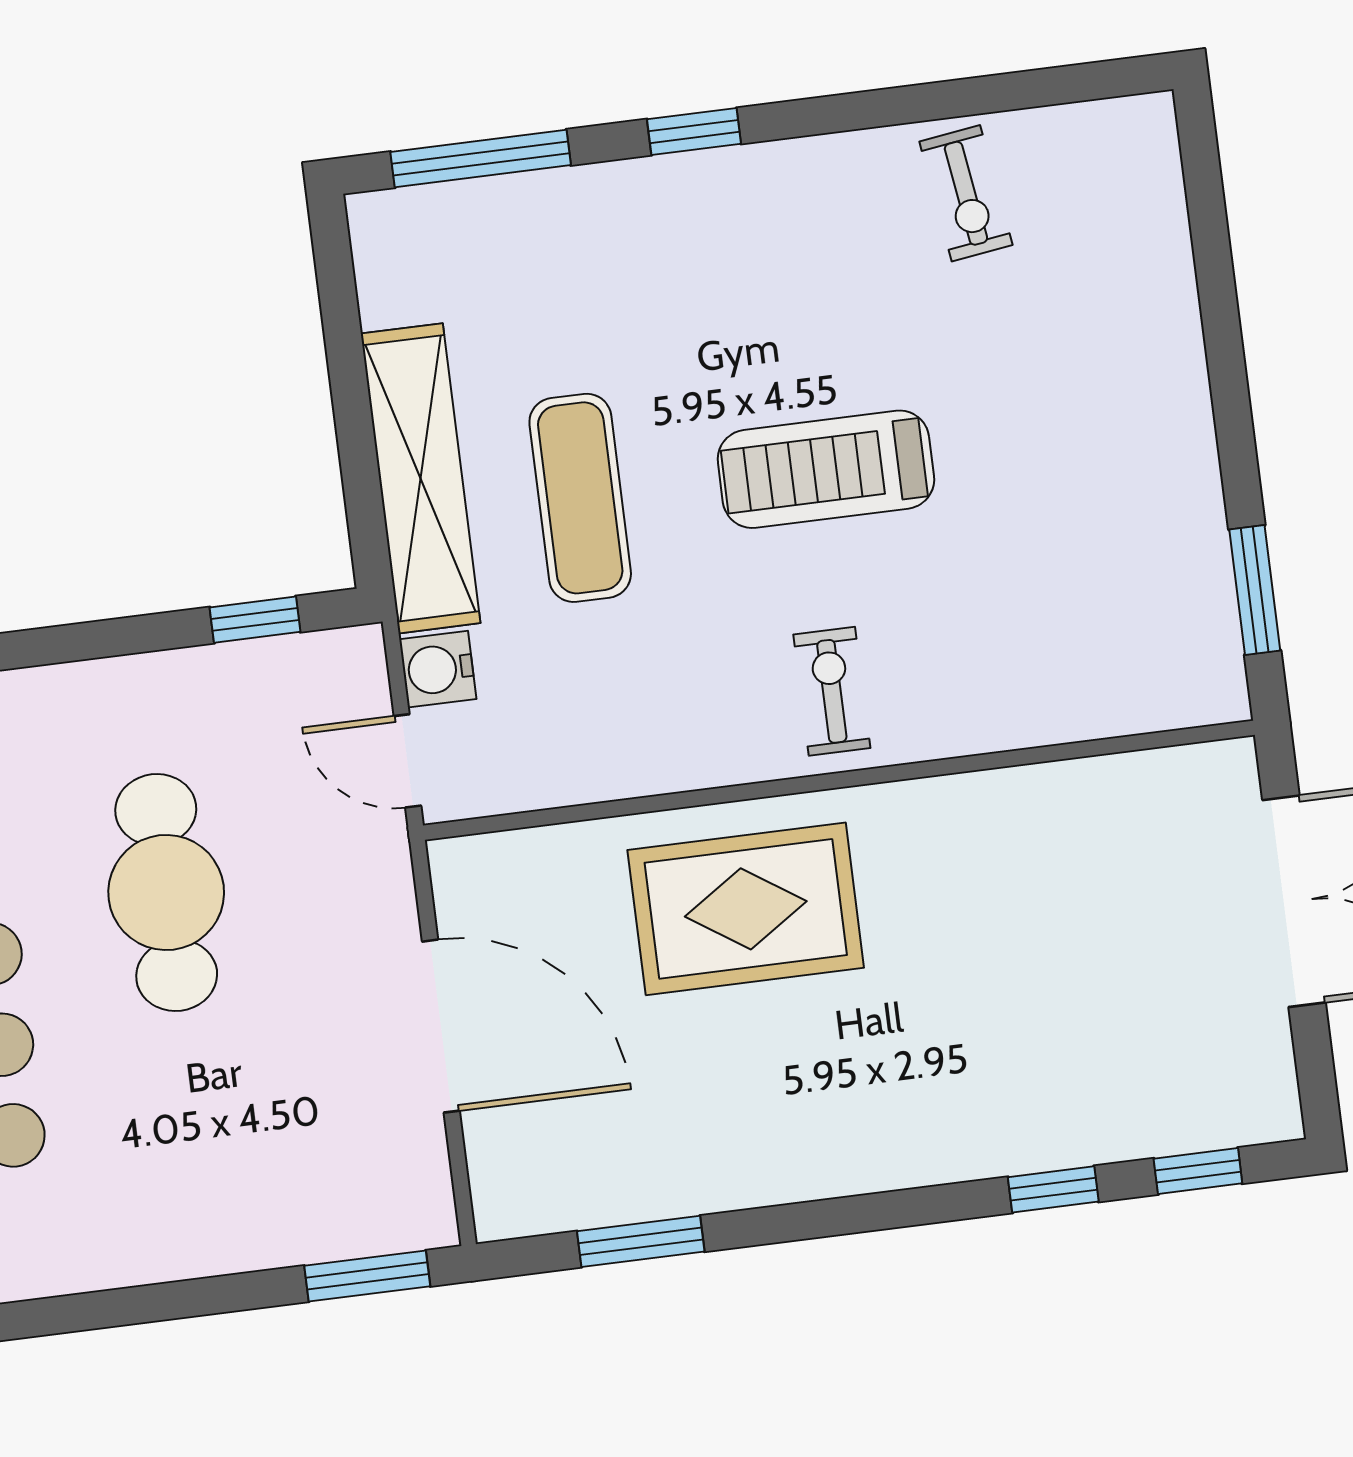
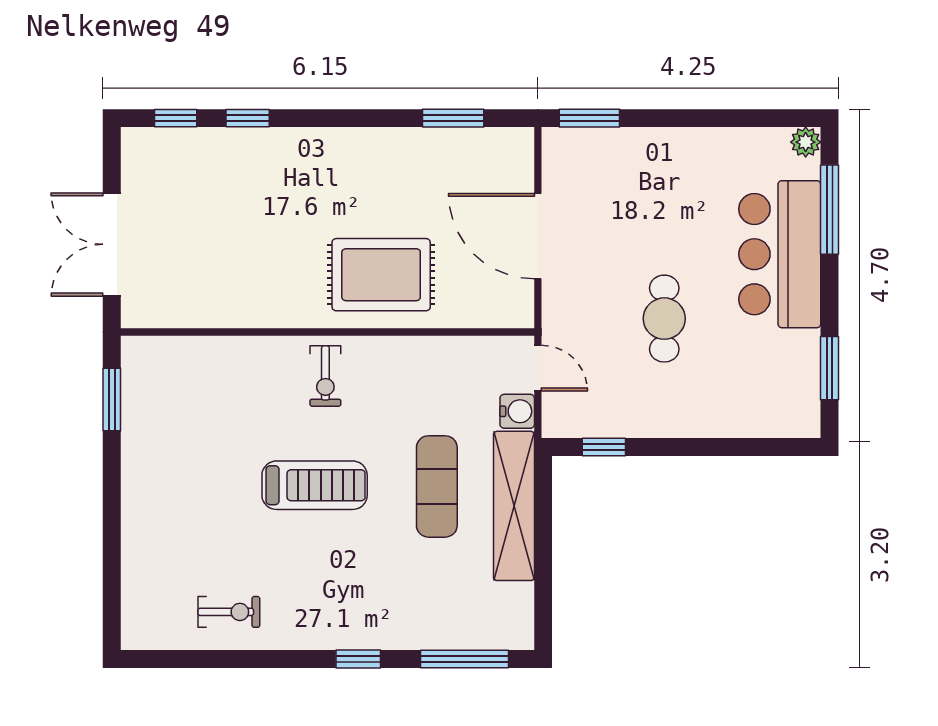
exercise bike: (966, 193) -> (229, 612), turned 98
cafe table: (166, 893) -> (664, 319), width x0.73, depth x0.74

